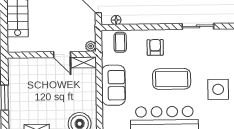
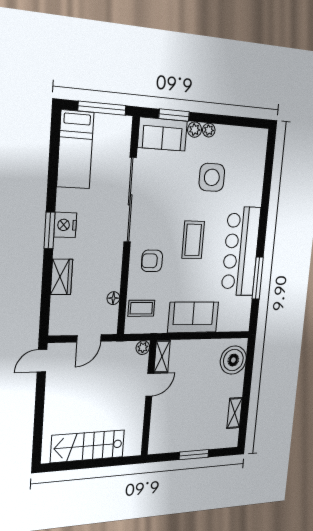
floor lamp: (116, 20) -> (113, 298), moved
sliding door: (198, 26) -> (130, 200), width x1.86
coffee table: (172, 79) -> (193, 240), width x0.73, depth x0.76

